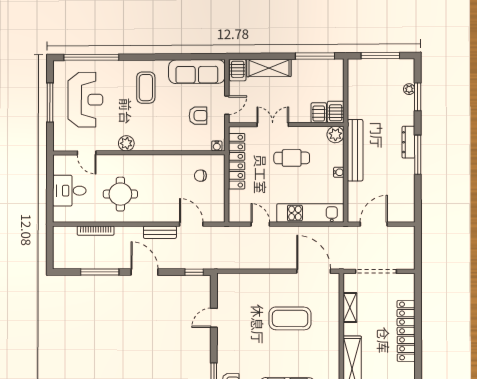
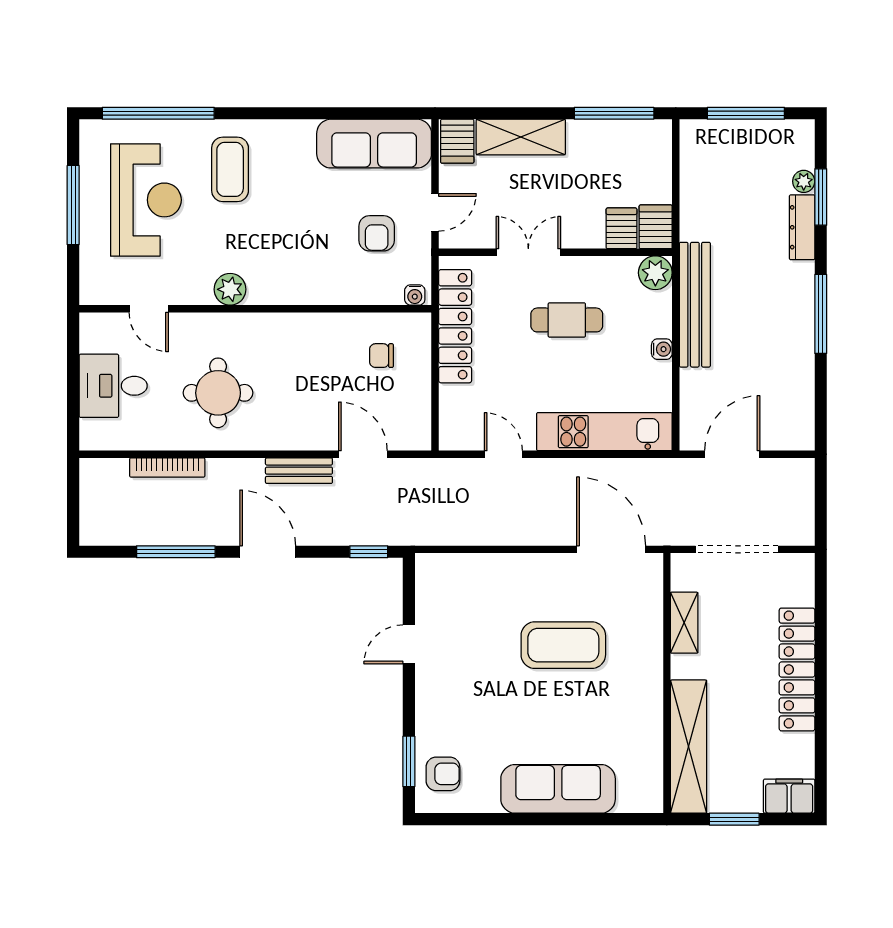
coffee table: (146, 88) -> (230, 169), moved
armchair: (198, 116) -> (377, 233), turned 90
dresser: (408, 142) -> (802, 227), moved

